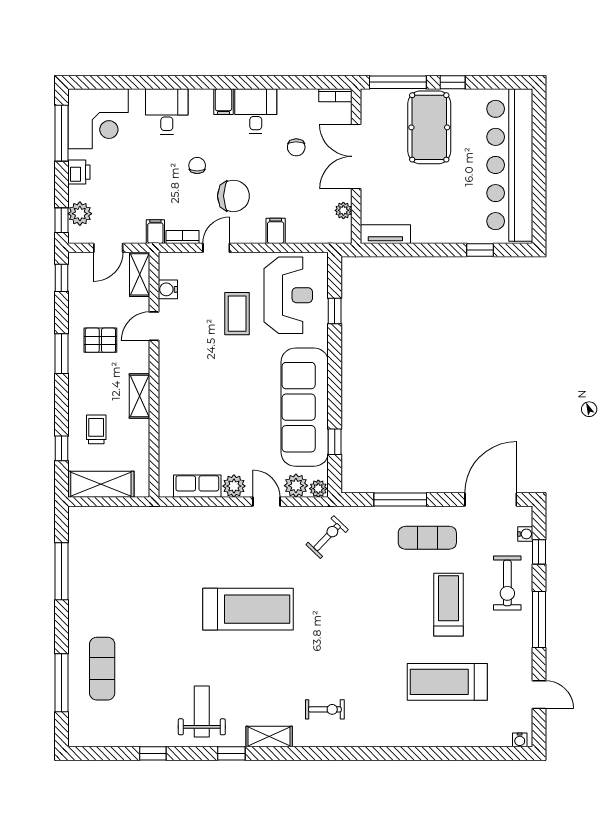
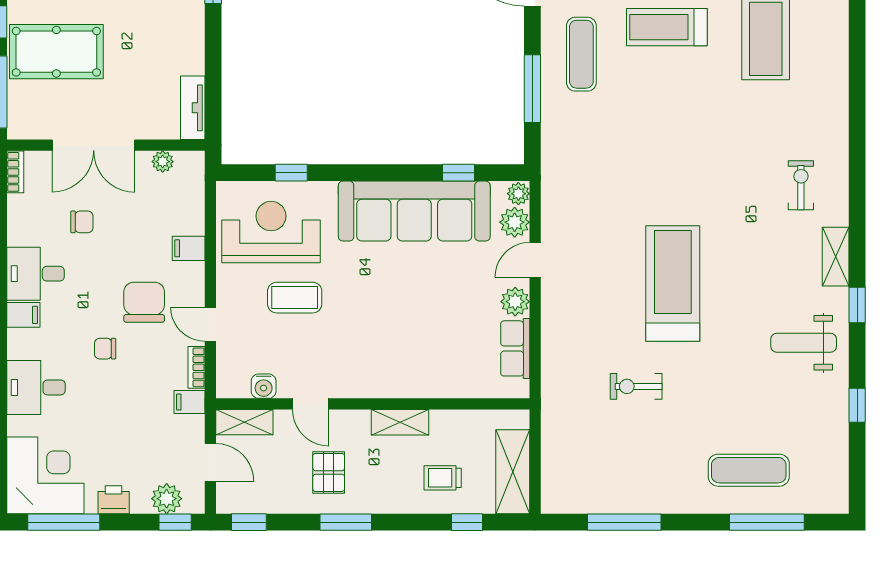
exercise bike: (327, 537) -> (636, 386), moved, turned -44

